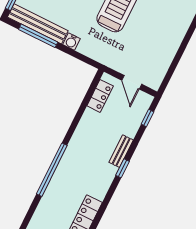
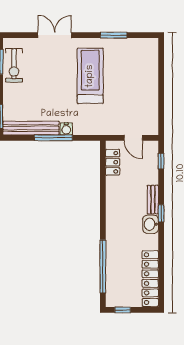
window: (38, 36) -> (53, 138), moved
window: (52, 170) -> (103, 266), moved
washbasin: (107, 174) -> (151, 224), added

